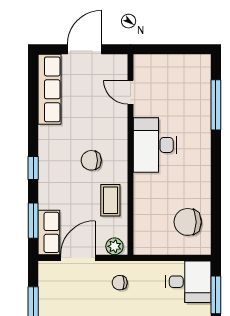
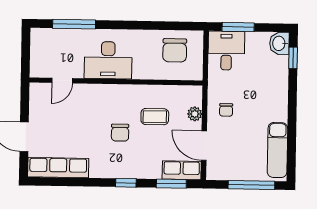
door: (131, 92) -> (62, 81), moved
desk: (155, 145) -> (108, 60), moved
wall: (131, 155) -> (116, 81), moved

